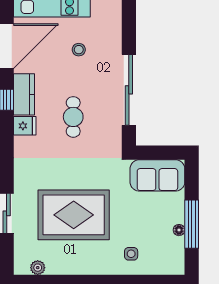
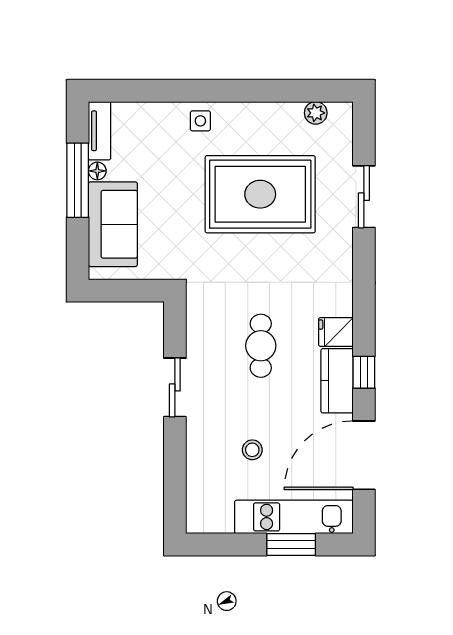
sliding door: (129, 90) -> (175, 387), width x0.54
sofa: (157, 175) -> (113, 224), moved, turned 90
side table: (131, 254) -> (200, 121), moved
tv unit: (178, 256) -> (100, 131), added

